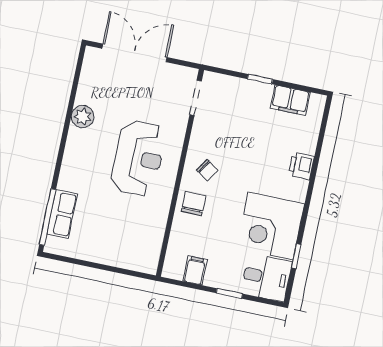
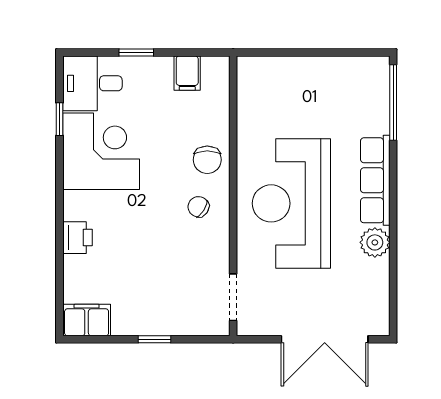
filing cabinet: (290, 100) -> (87, 320), moved
reception desk: (138, 158) -> (291, 203), width x1.36, depth x1.30
row of seats: (62, 214) -> (375, 180), moved, width x1.48

